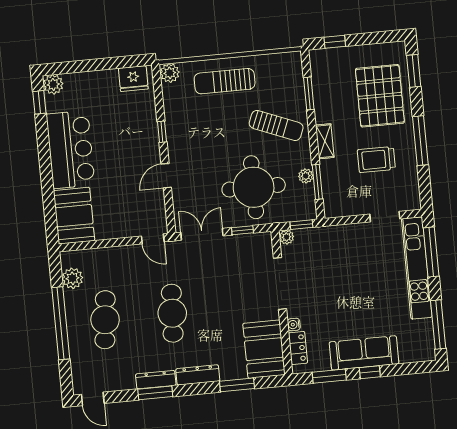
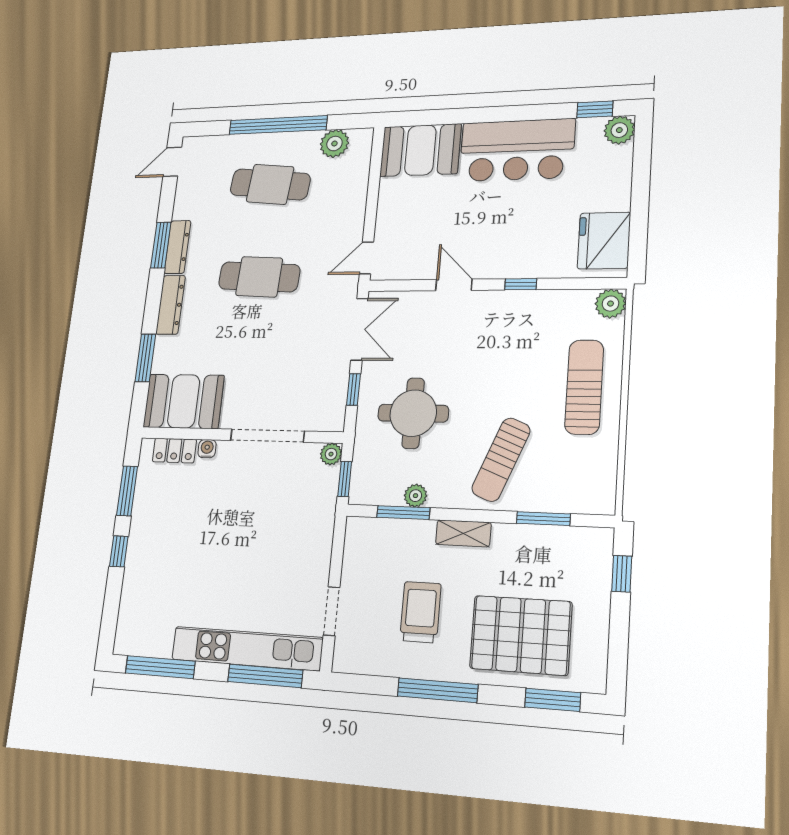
fridge: (133, 79) -> (604, 241), width x1.36, depth x1.34
round table: (254, 187) -> (413, 413), width x0.73, depth x0.73
sofa: (364, 353) -> (146, 547), removed

